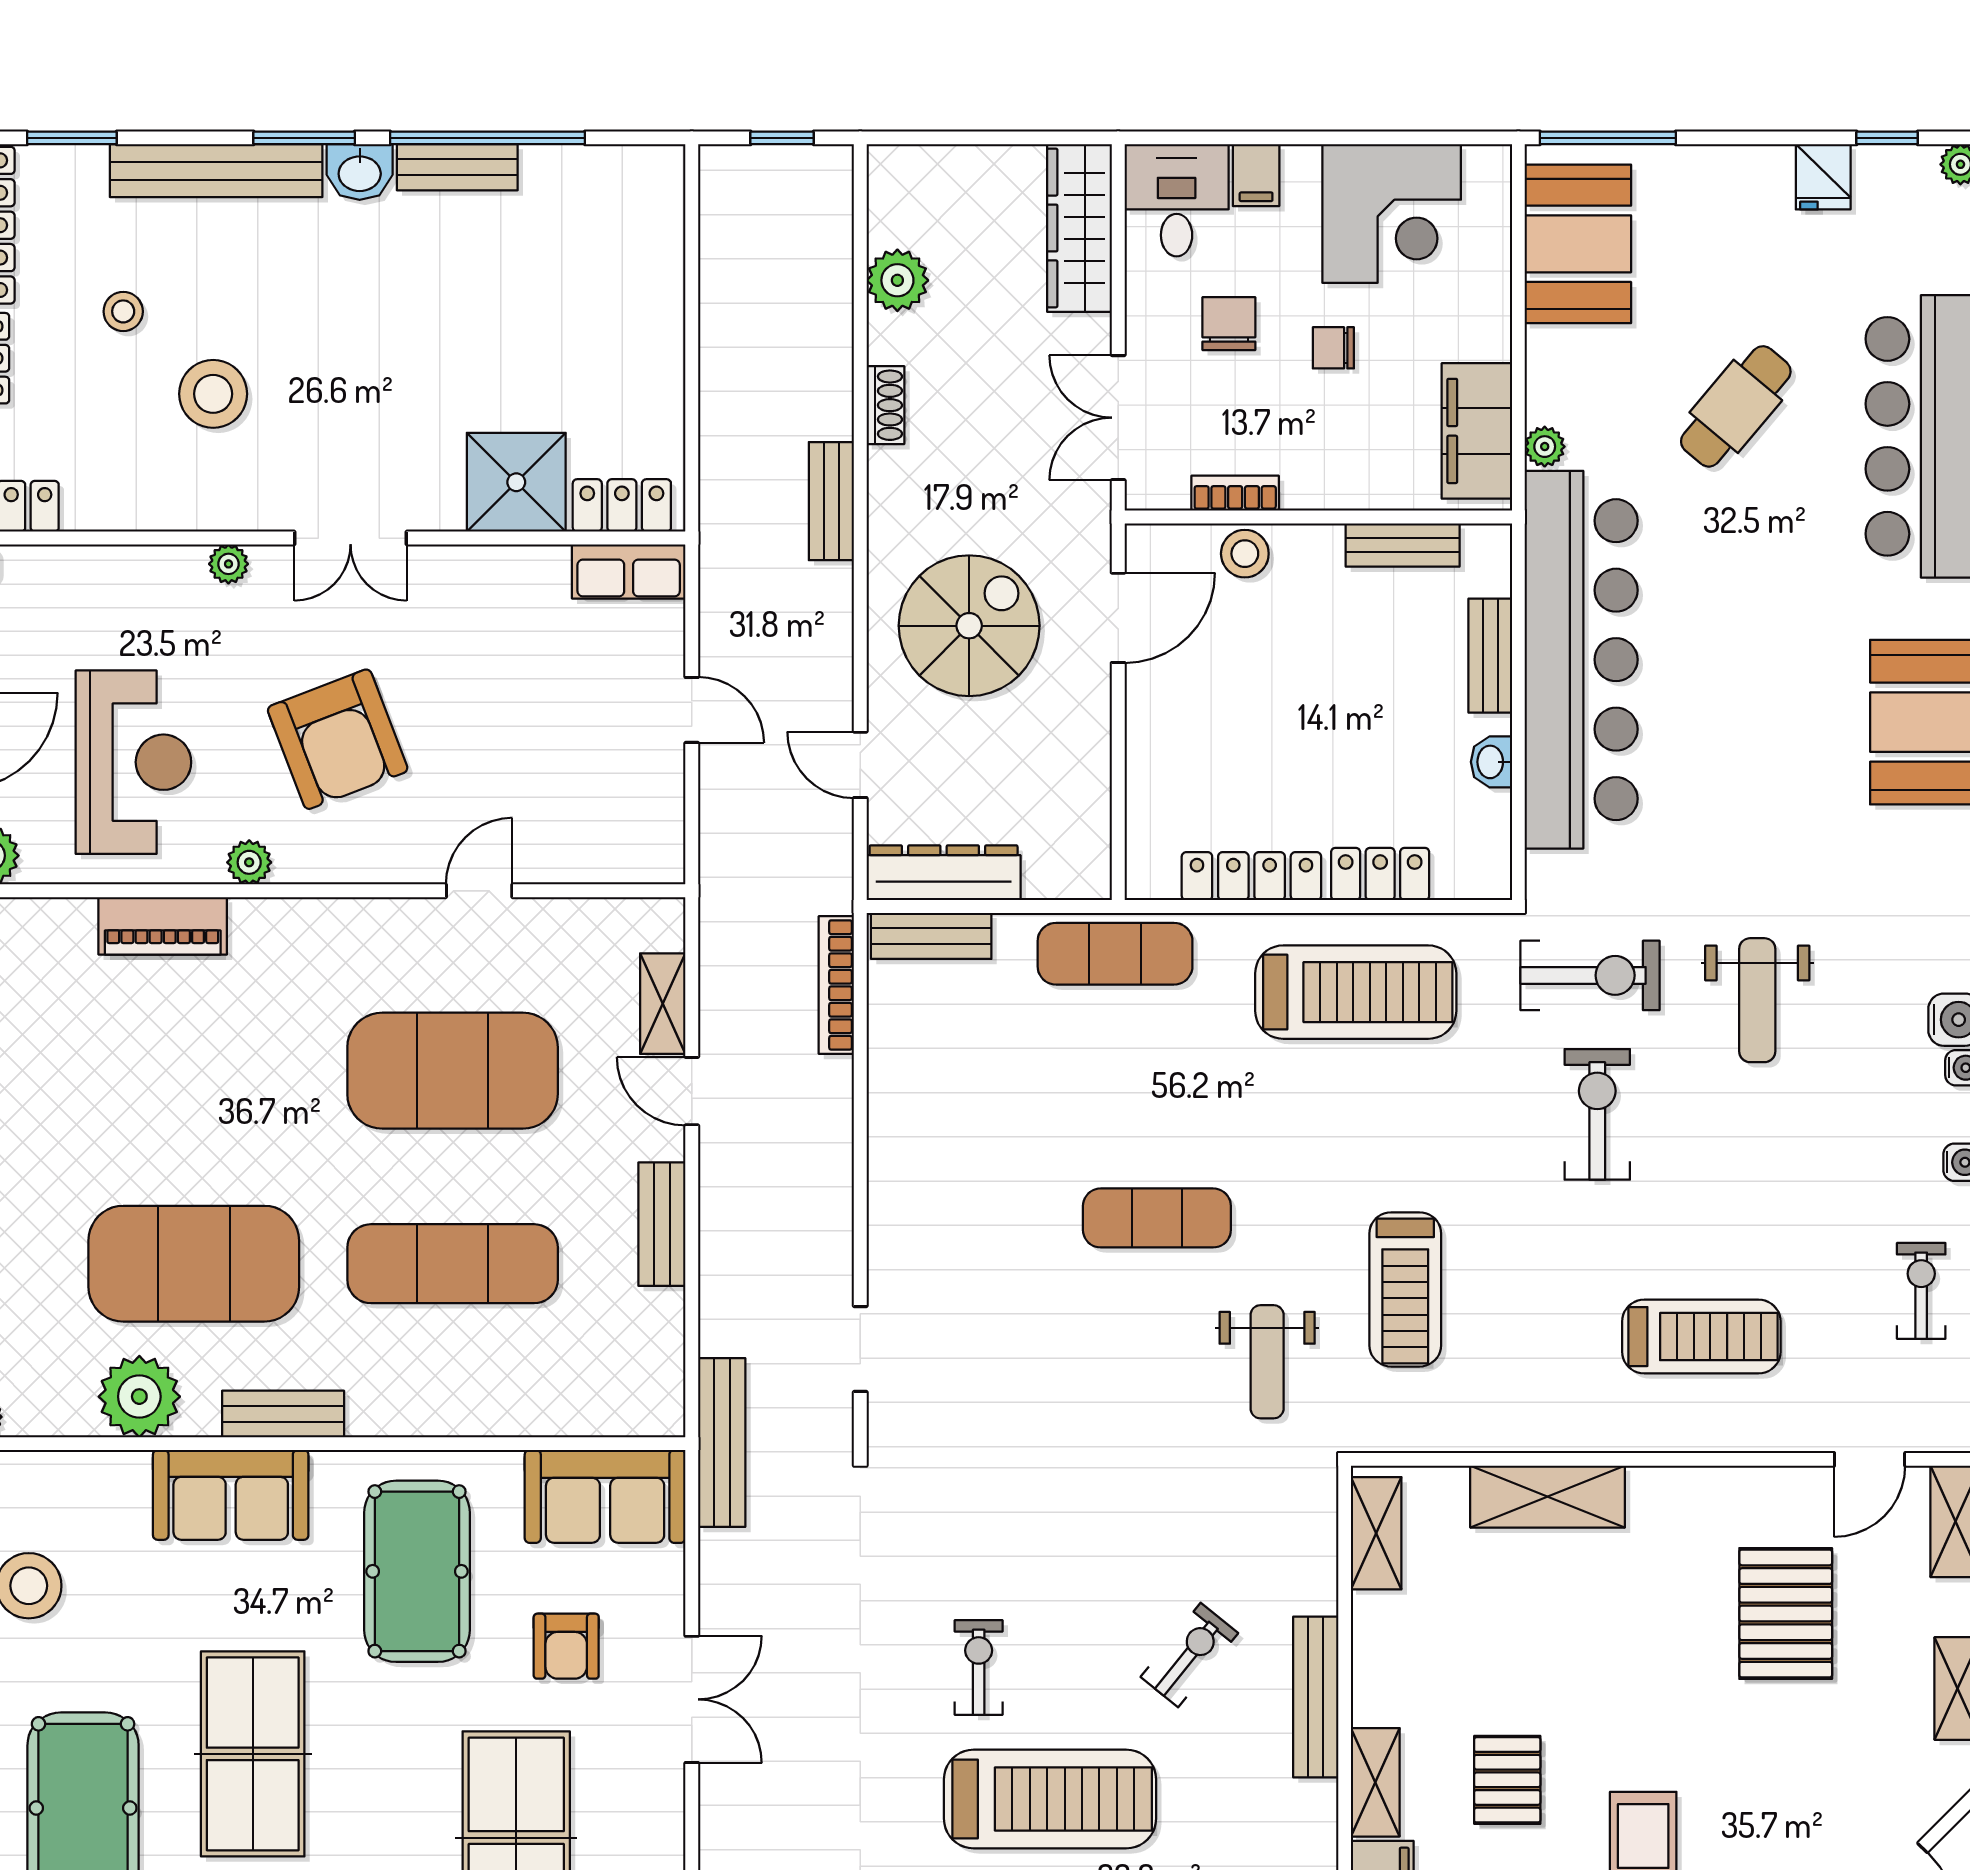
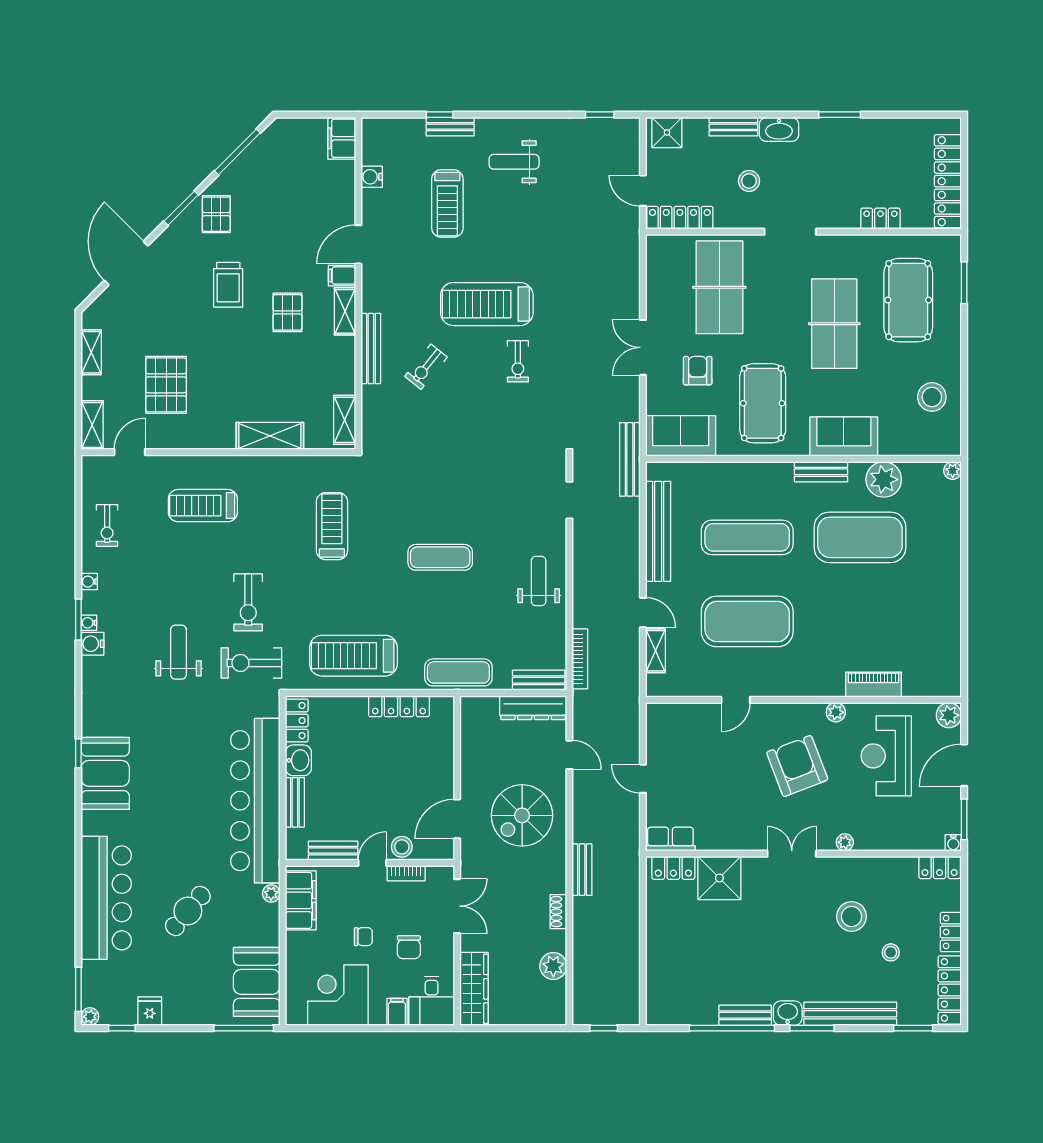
door: (1313, 517) -> (372, 863), added
washbasin: (1491, 762) -> (298, 760), width x1.38, depth x1.45
locker: (1380, 874) -> (297, 721), moved, turned -90
bench: (662, 1224) -> (658, 531), width x1.86, depth x1.21
weight bench: (1267, 1362) -> (539, 581), moved

